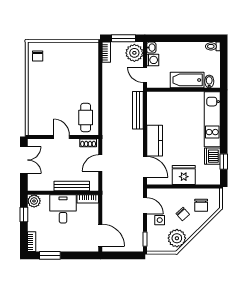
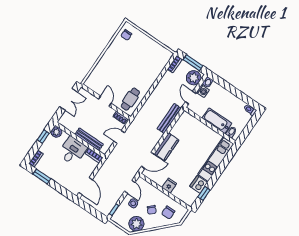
door: (145, 167) -> (148, 160), hinge flipped
fridge: (184, 175) -> (169, 186), width x0.53, depth x0.75

